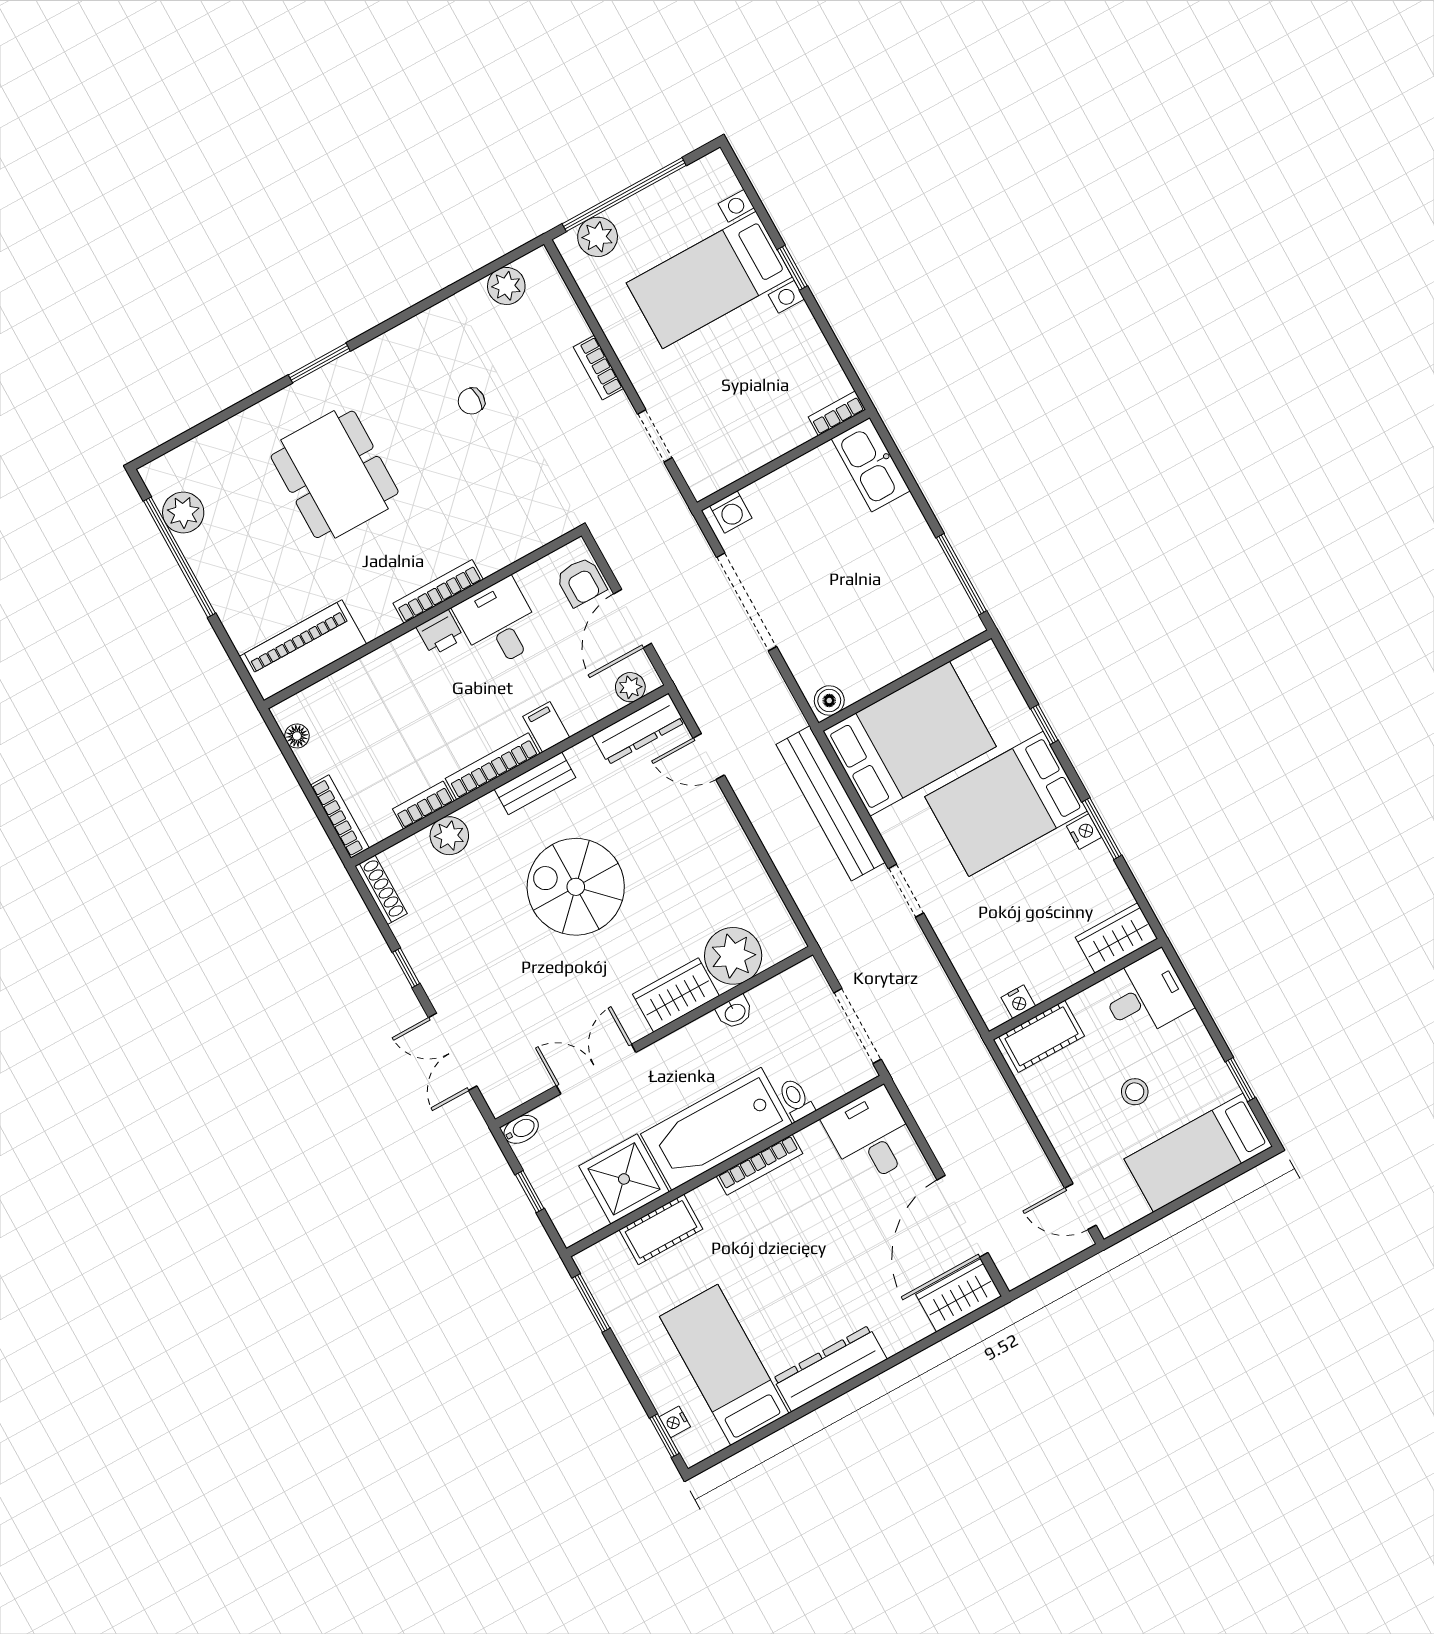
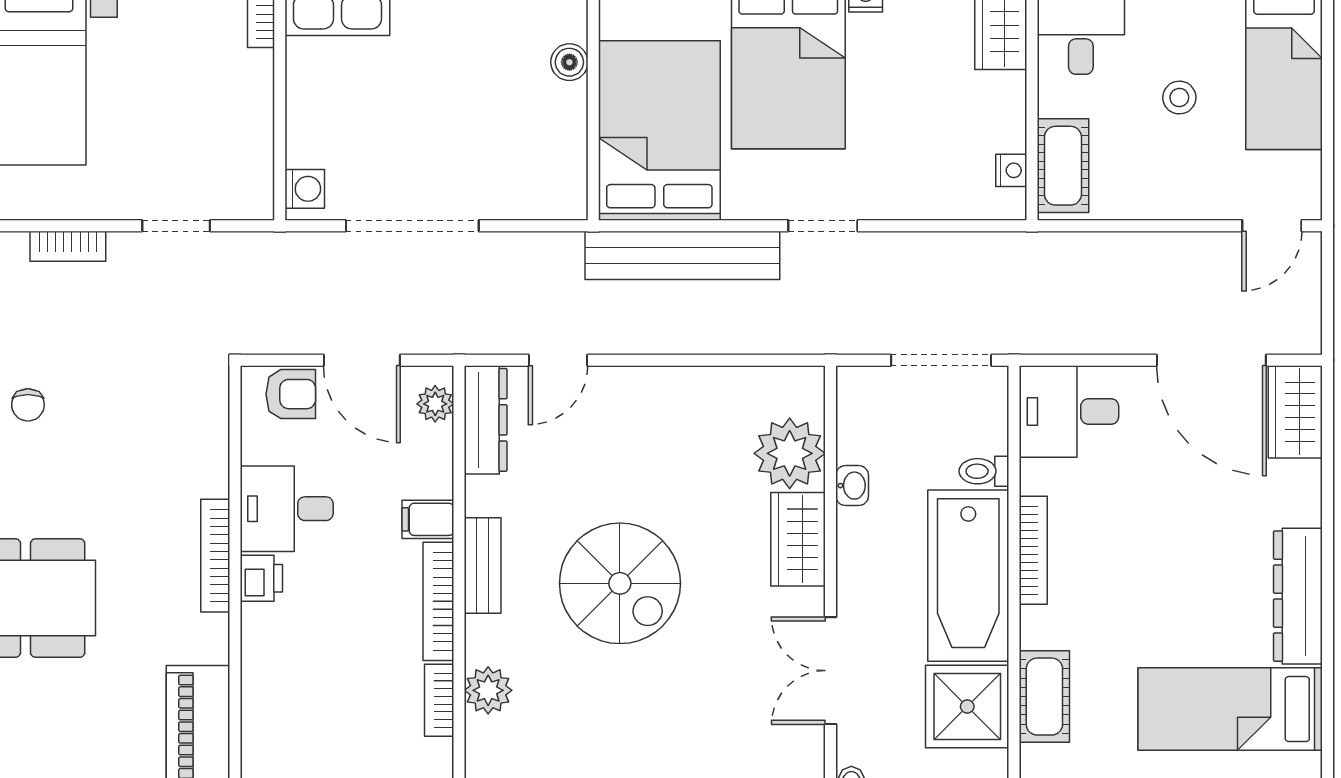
boiler: (829, 701) -> (569, 62), moved
spiral stairs: (576, 887) -> (620, 583), turned -90

